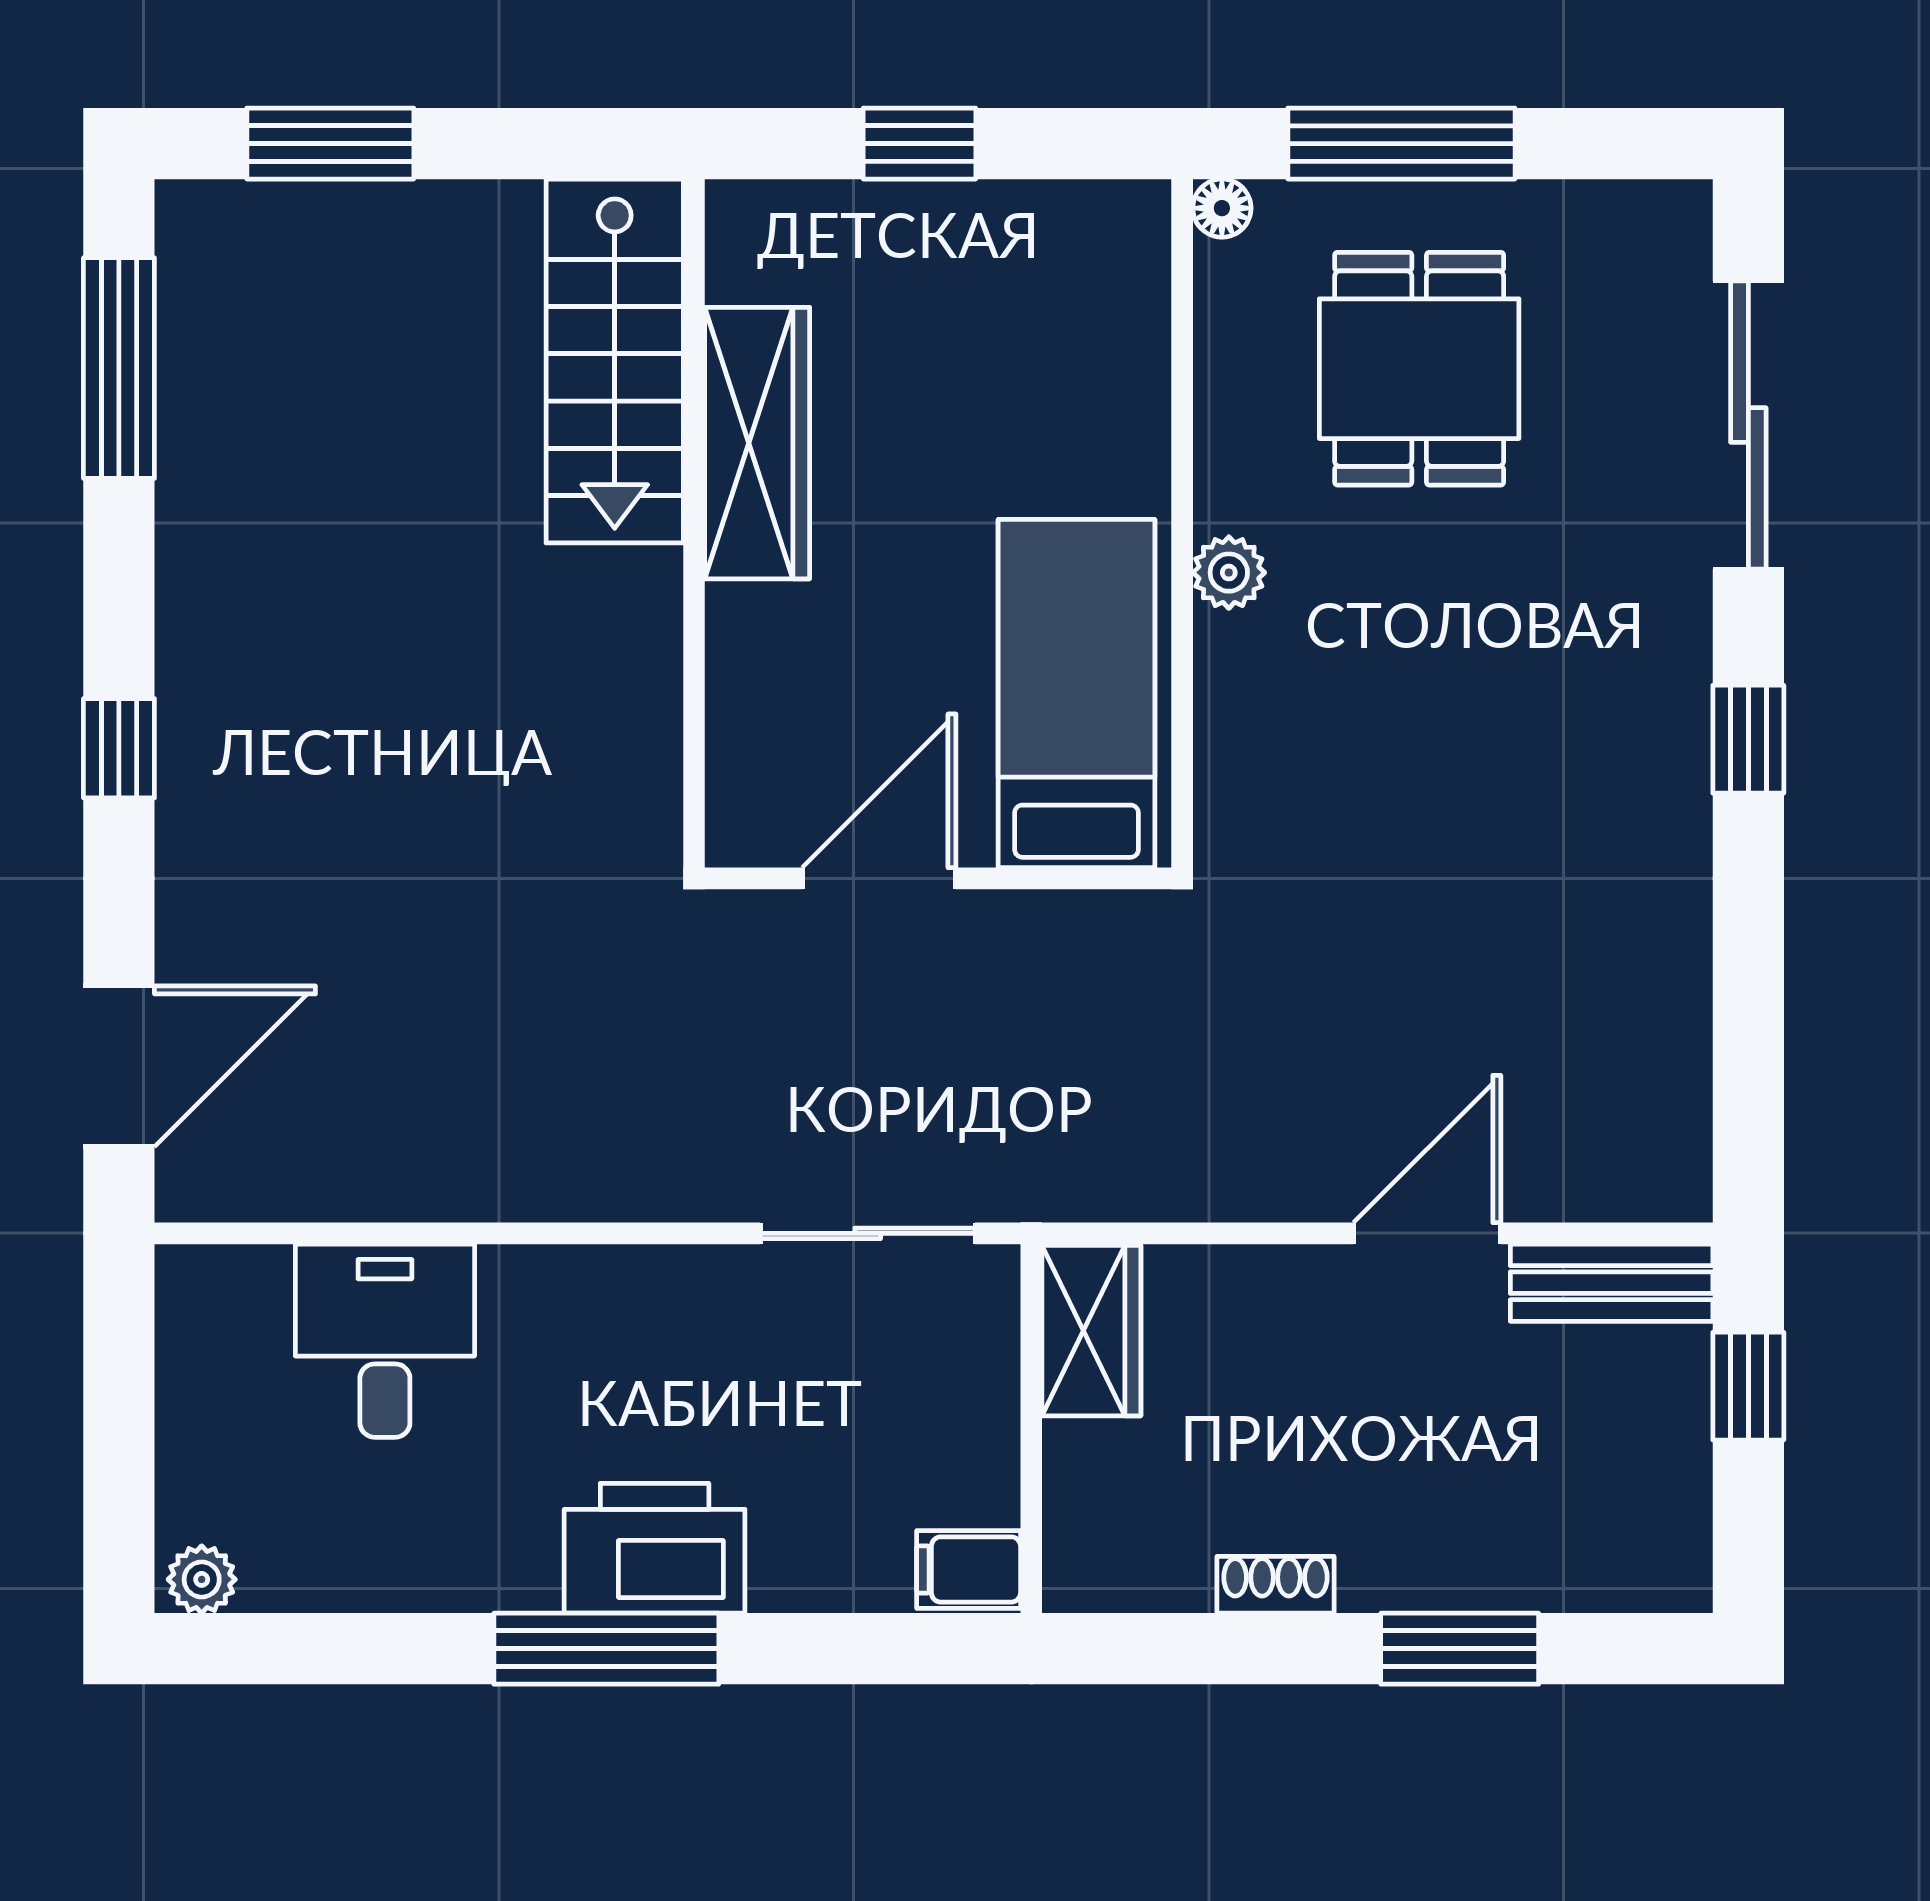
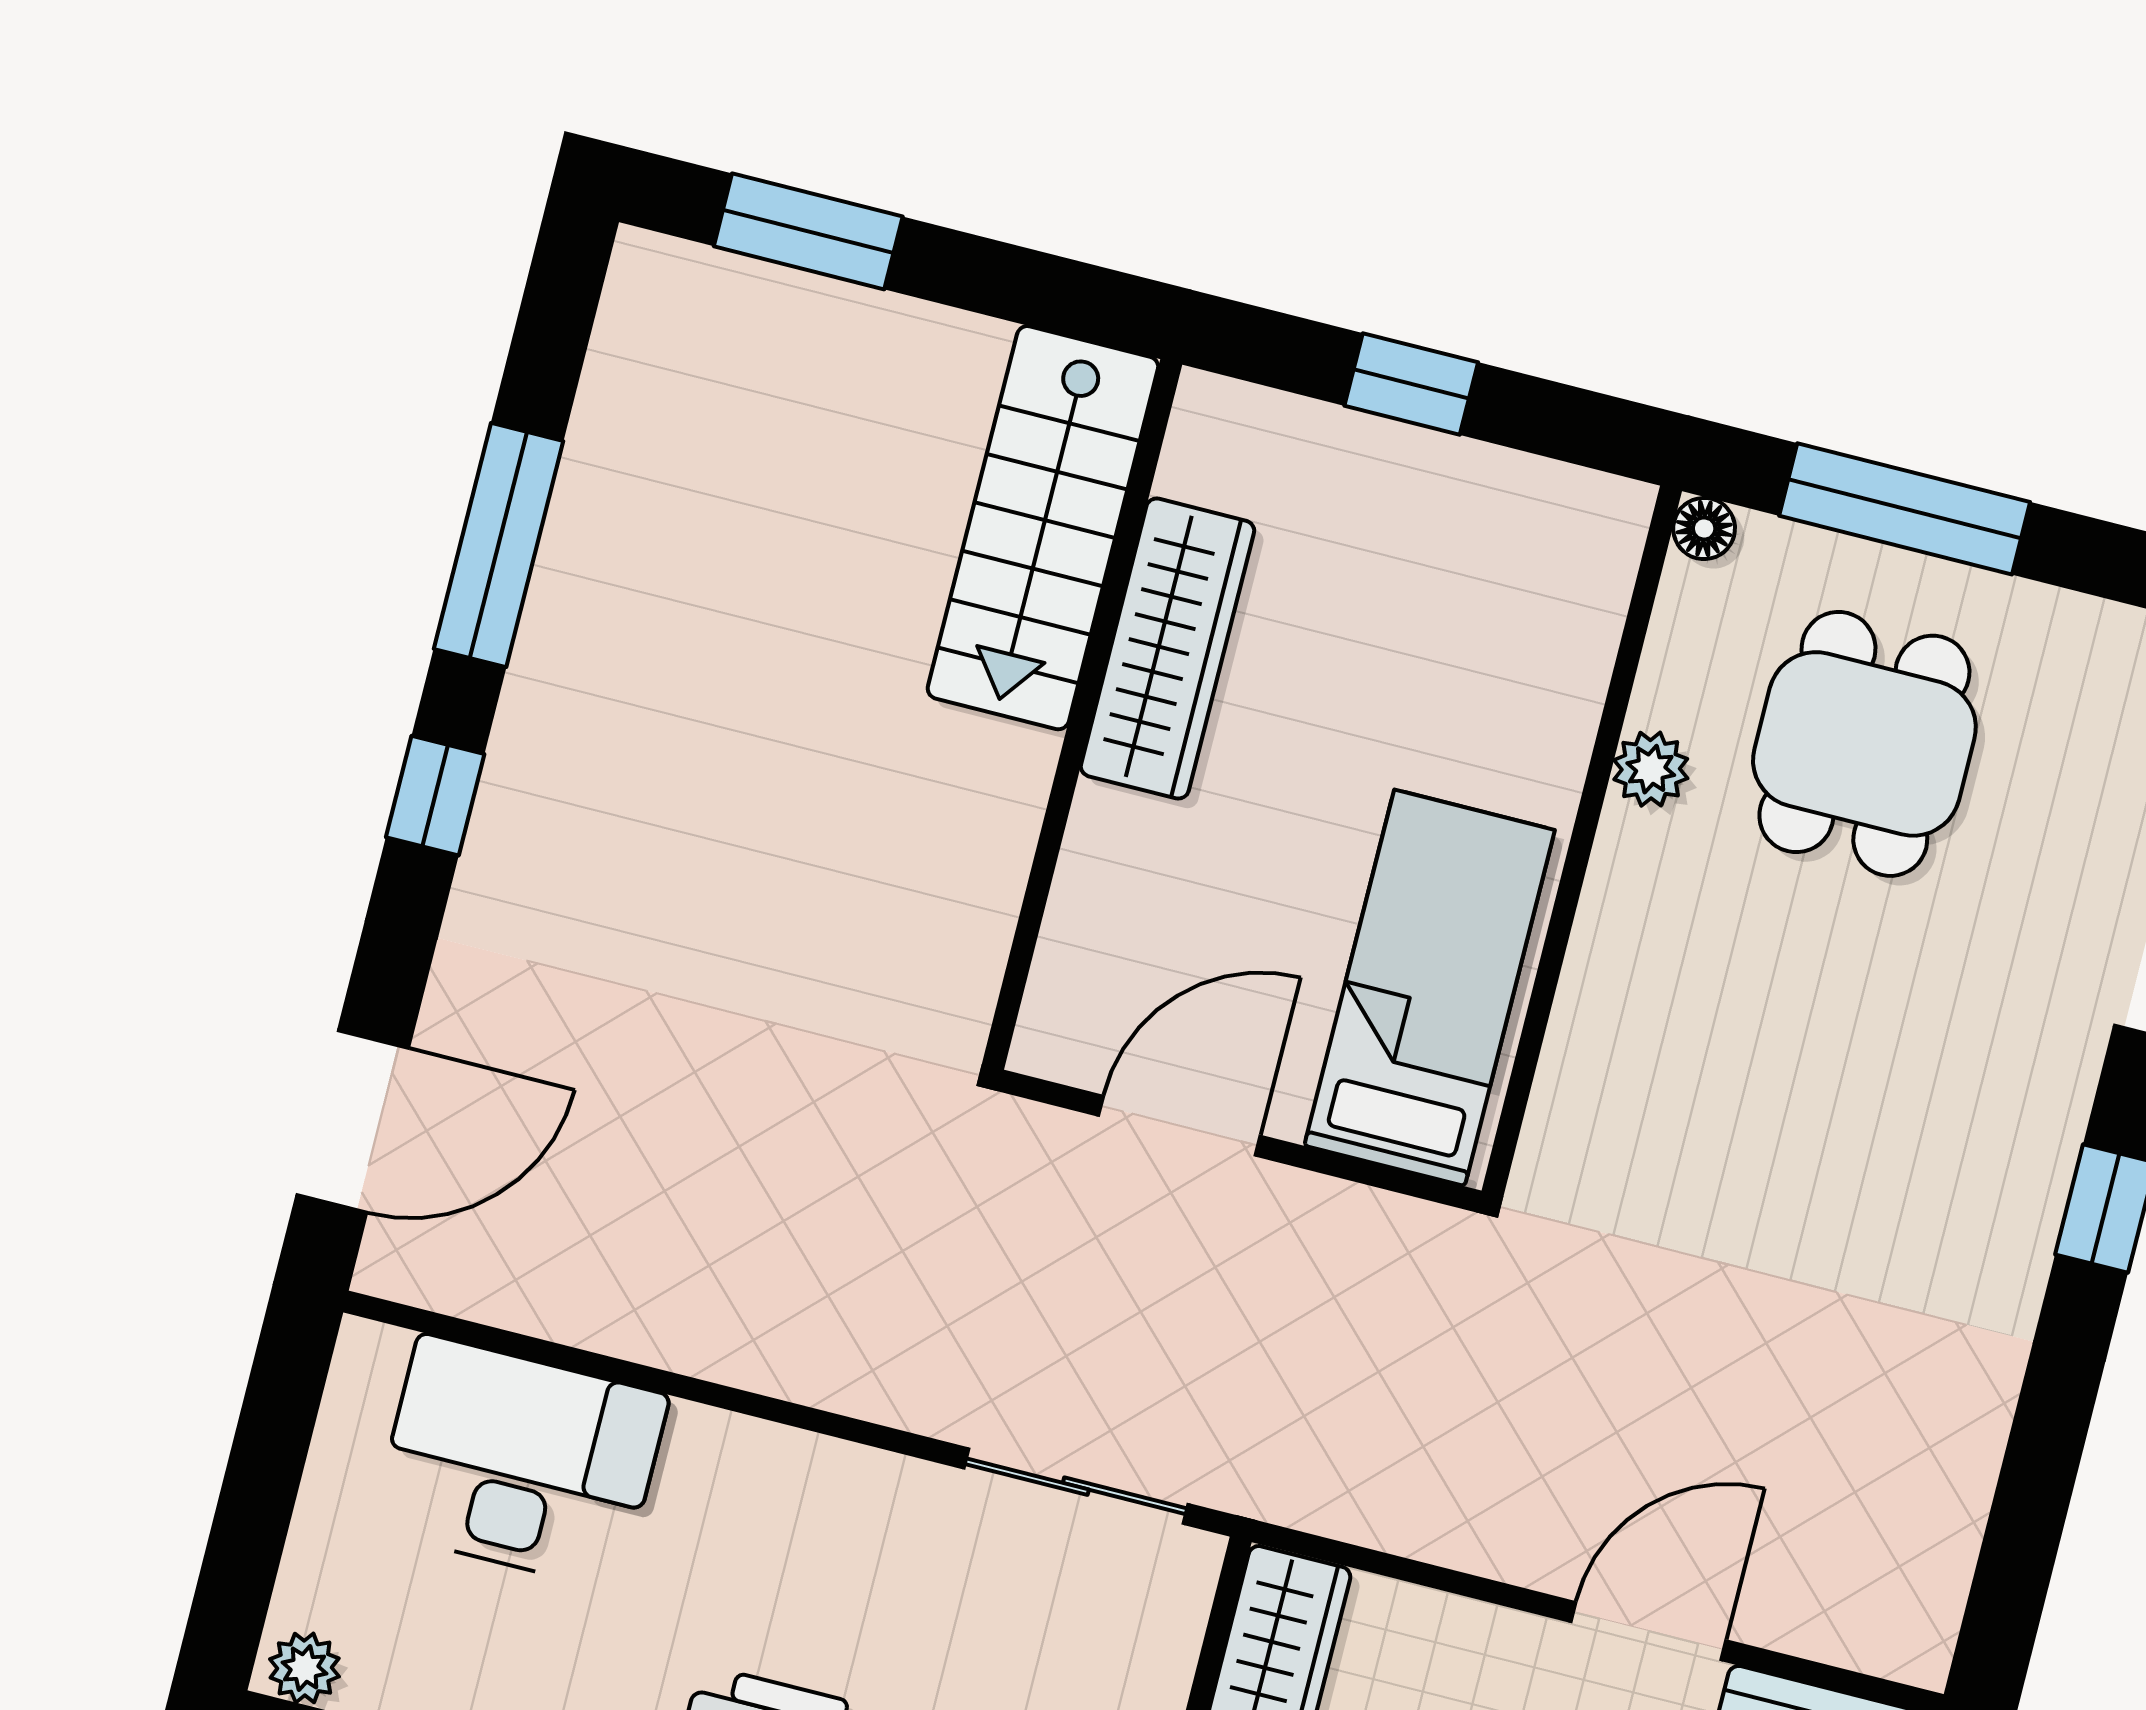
window: (119, 368) -> (499, 545), moved
plant: (1229, 573) -> (1651, 769), moved
desk: (385, 1341) -> (520, 1462), width x1.37

